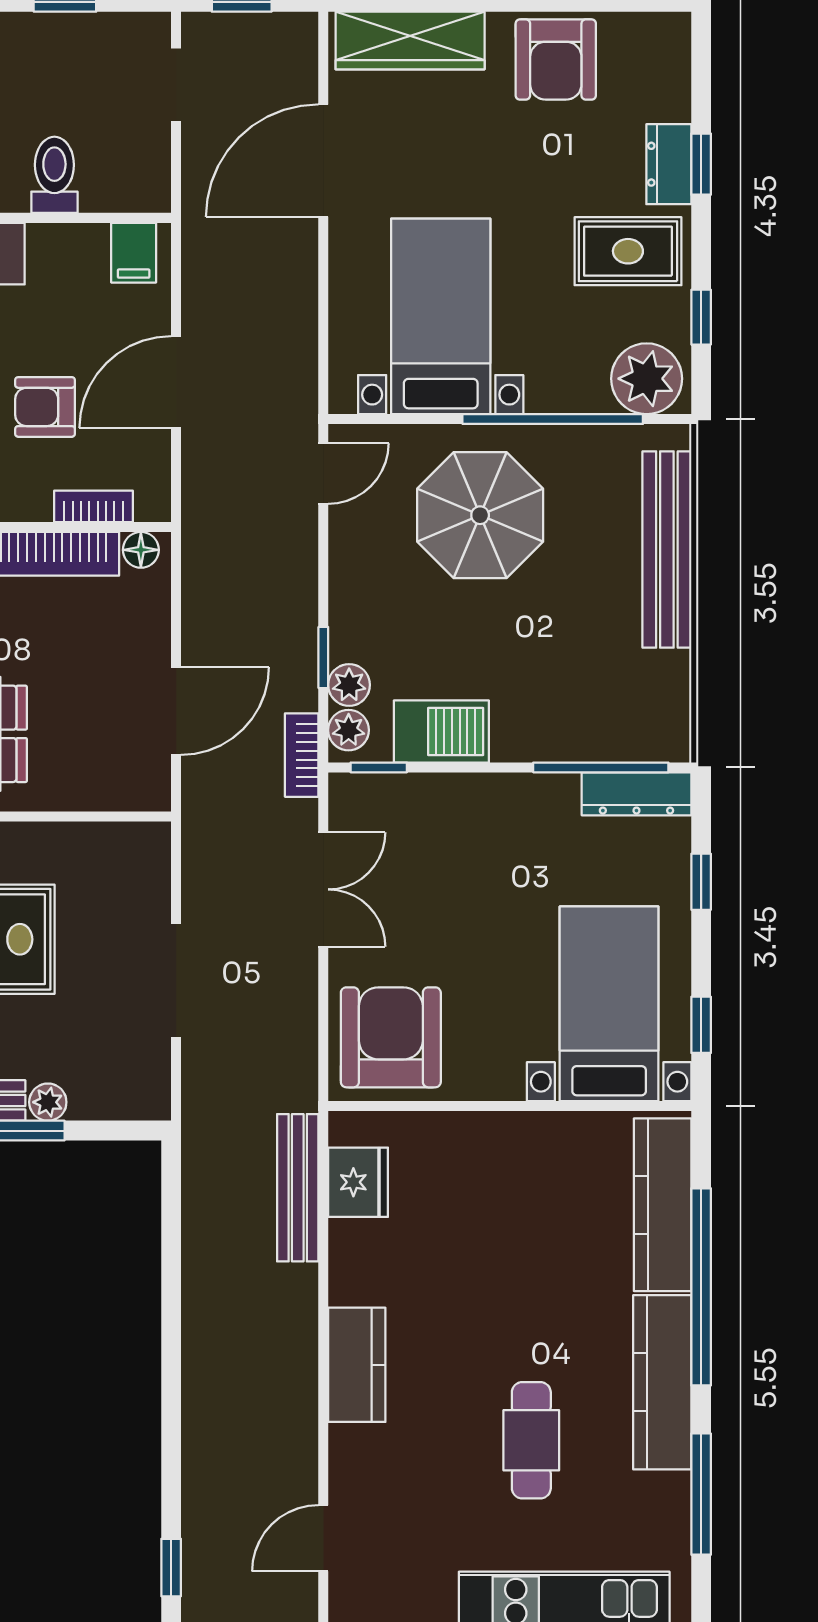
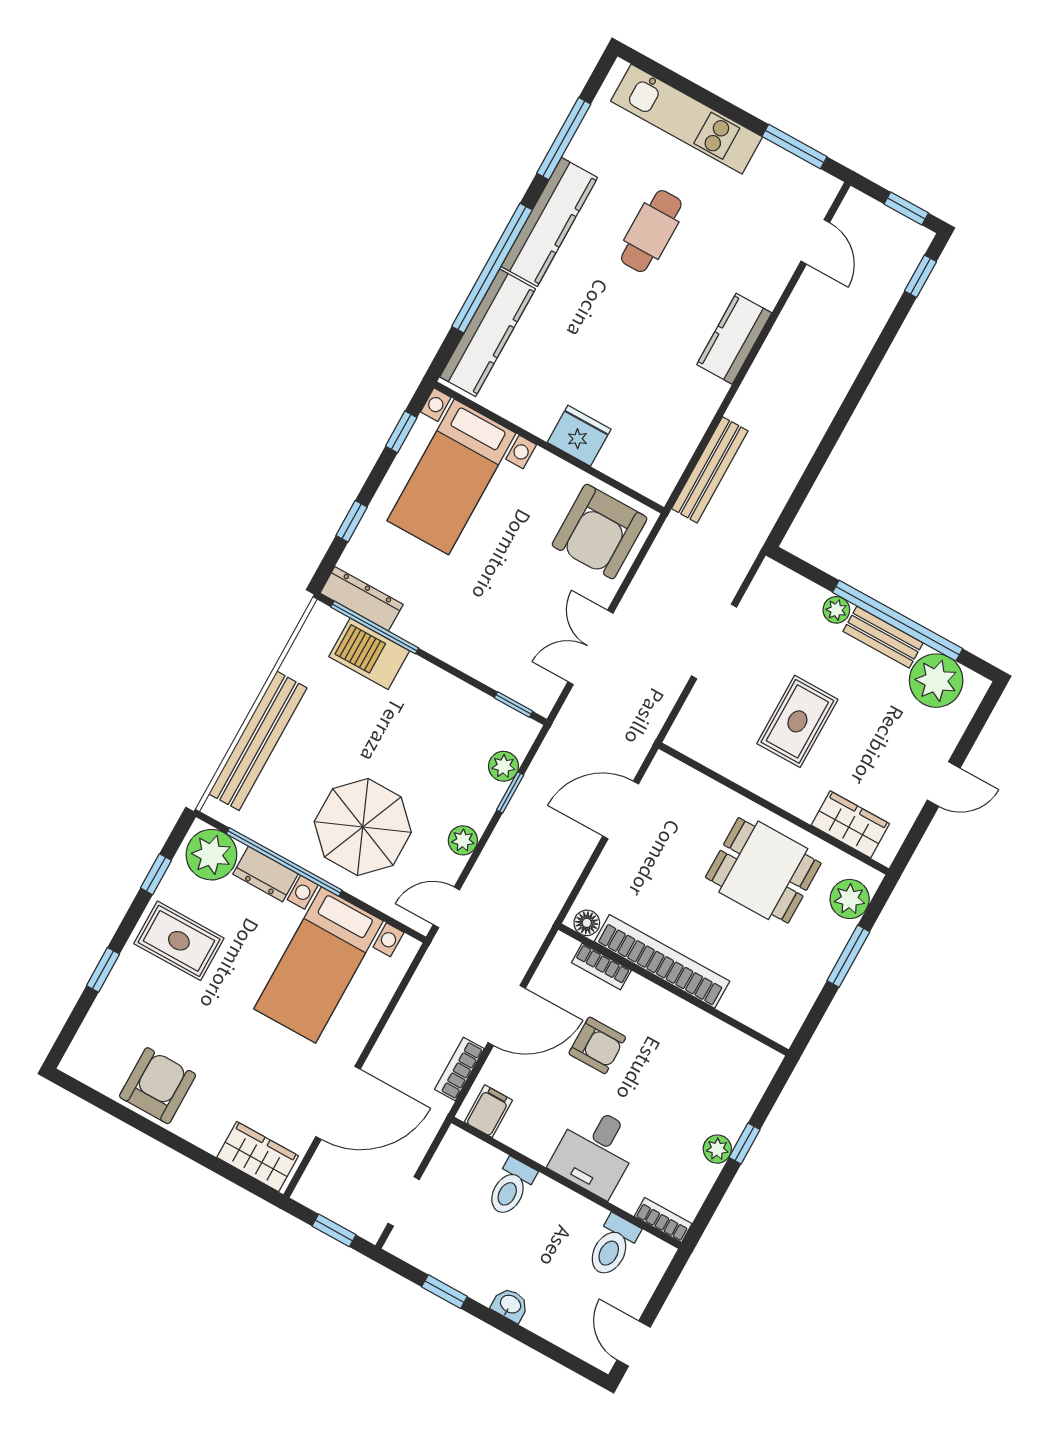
wardrobe: (410, 41) -> (258, 1157), width x0.67
dresser: (669, 164) -> (266, 874), moved, turned 90
plant: (349, 730) -> (463, 840), moved
barbecue: (441, 731) -> (369, 654), moved
bookcase: (302, 755) -> (459, 1069), moved, turned 180
fridge: (358, 1182) -> (579, 436), moved, turned 90
door: (323, 1538) -> (815, 242), hinge flipped

